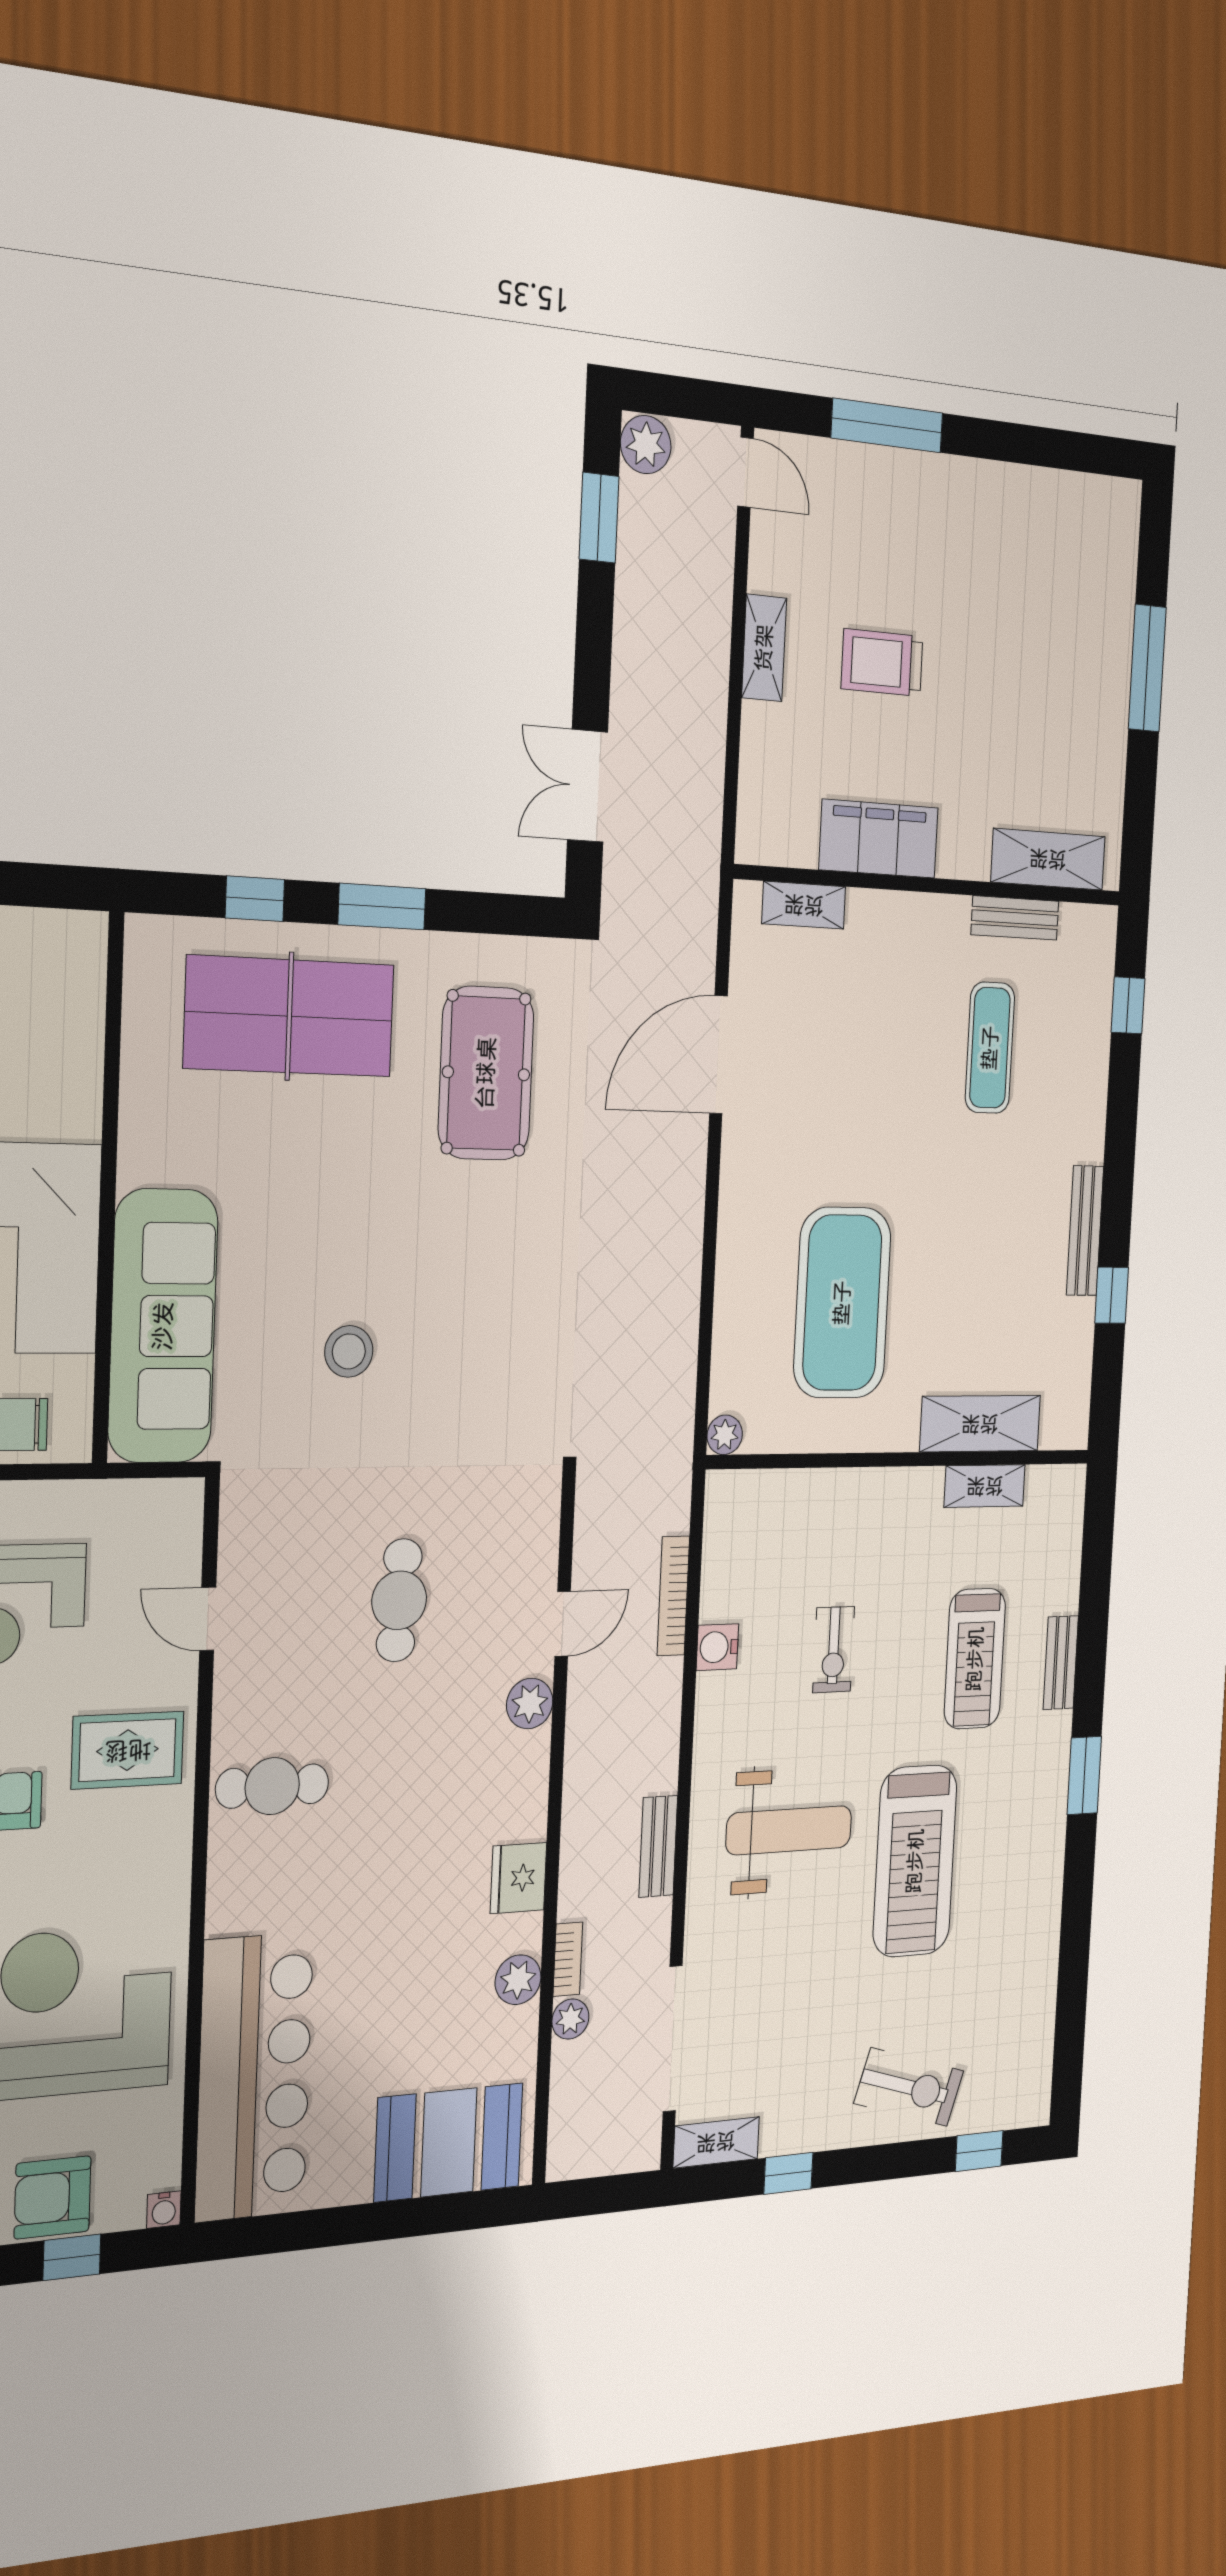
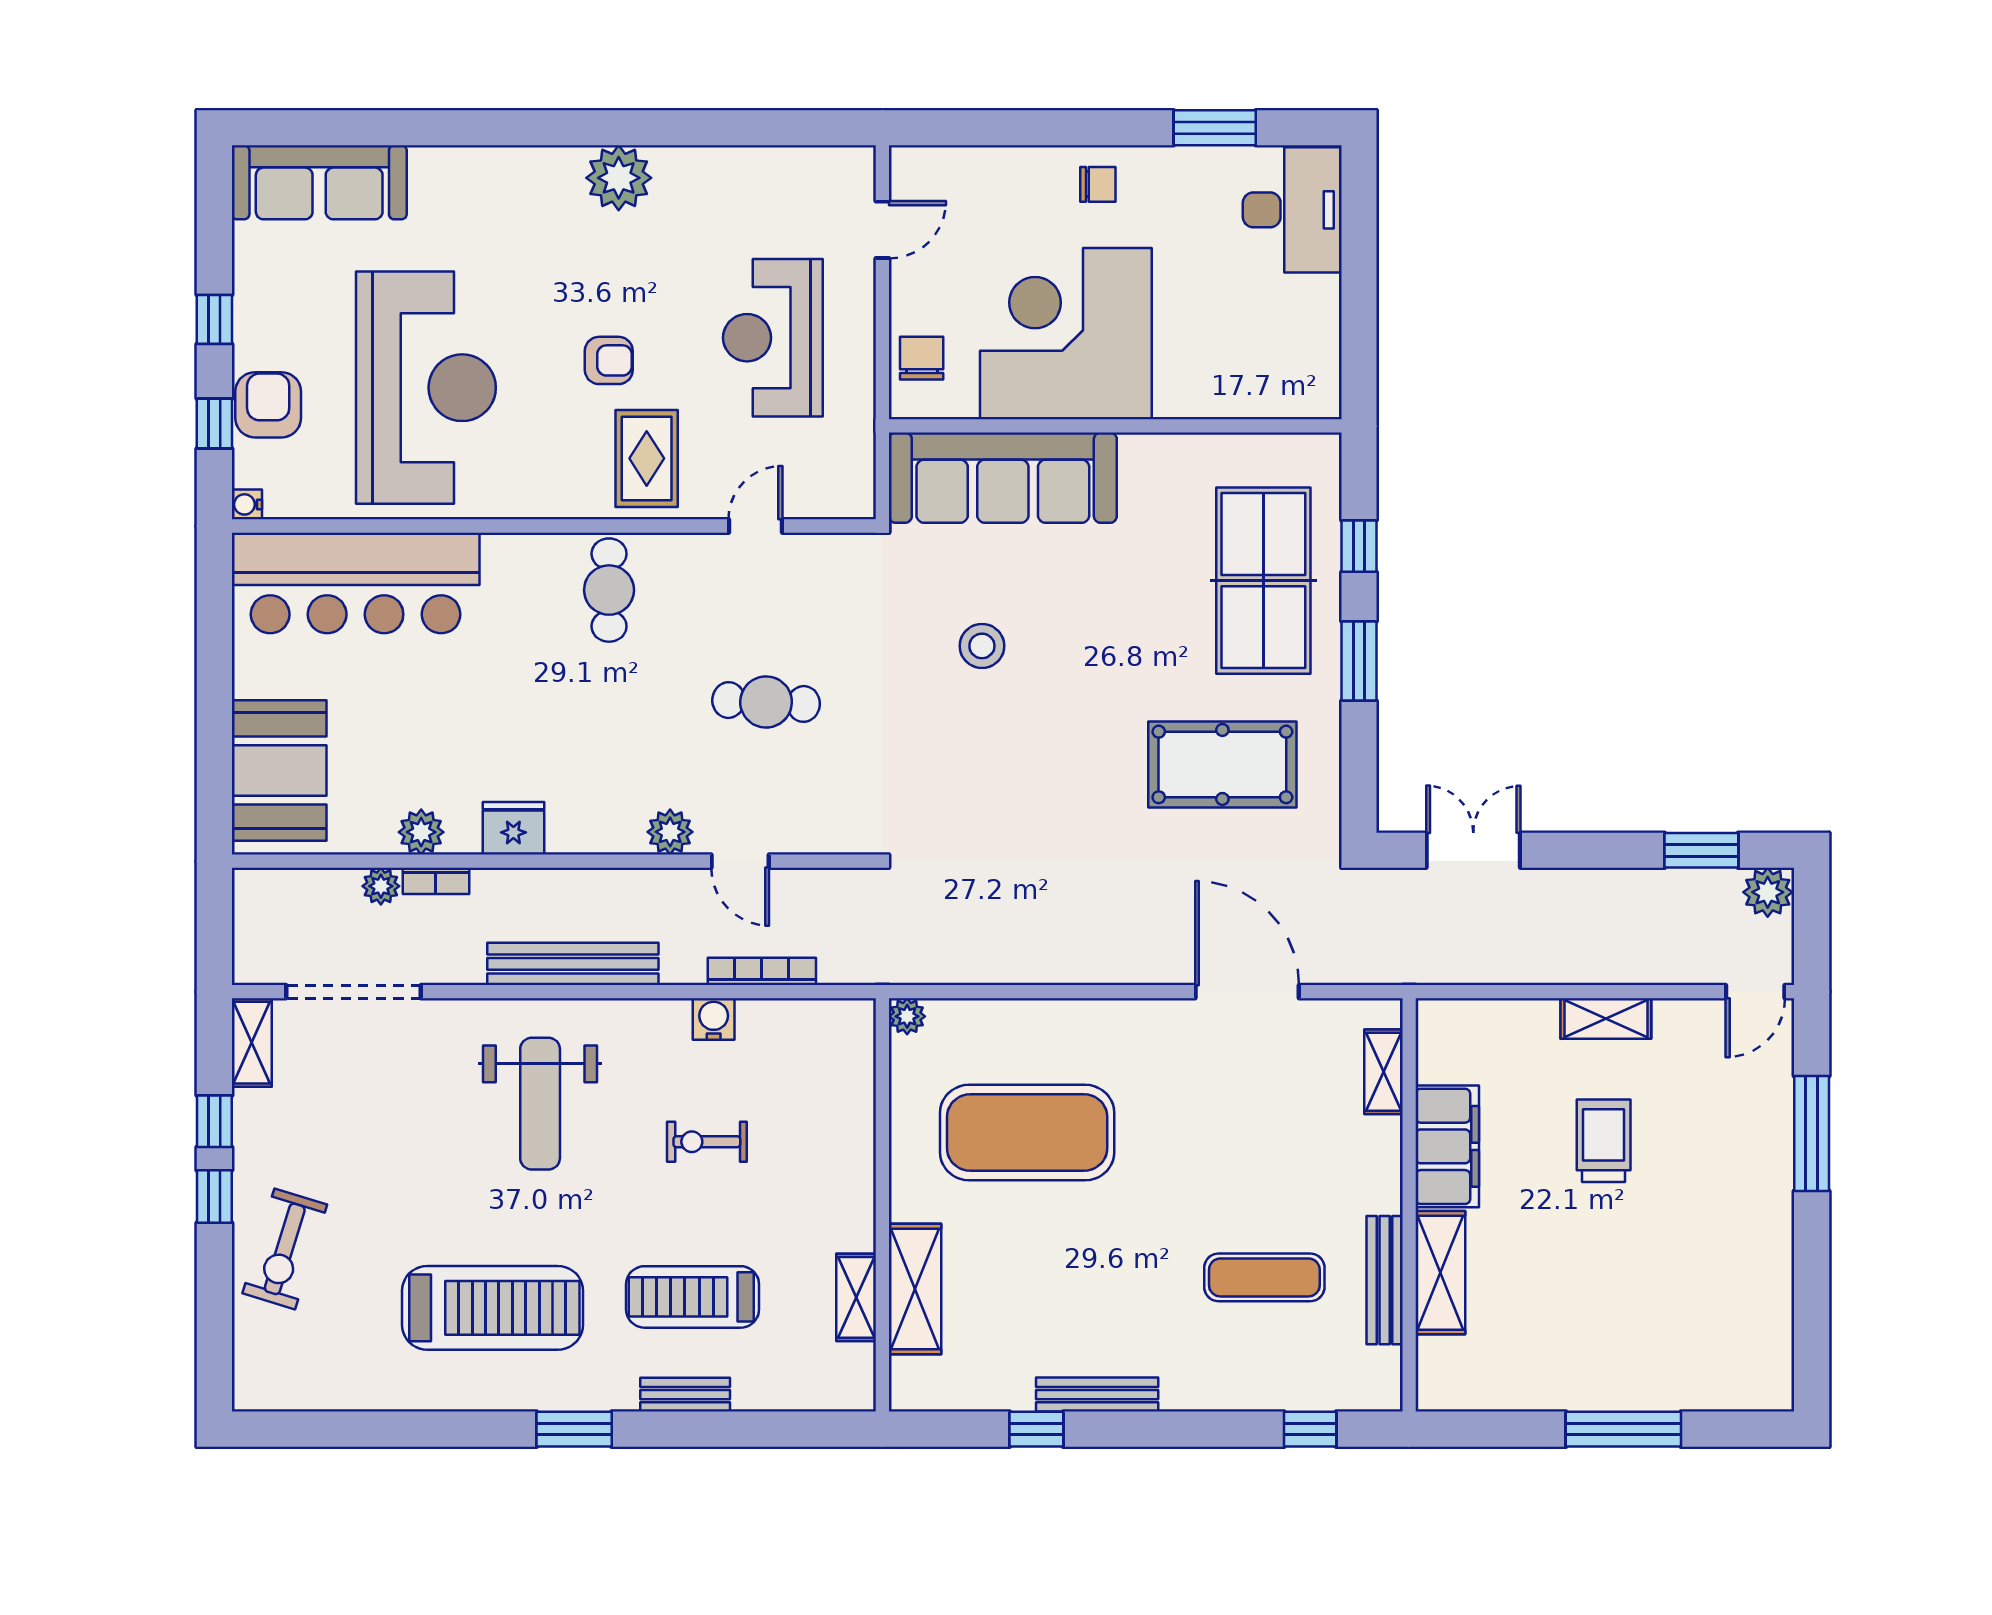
shelving: (1048, 859) -> (1440, 1273), moved
bench: (1015, 918) -> (1385, 1280), width x1.36
bench: (658, 1846) -> (573, 964), width x1.86, depth x1.21
treadmill: (915, 1861) -> (492, 1308), moved, turned 180
window: (979, 2151) -> (214, 1197), moved

